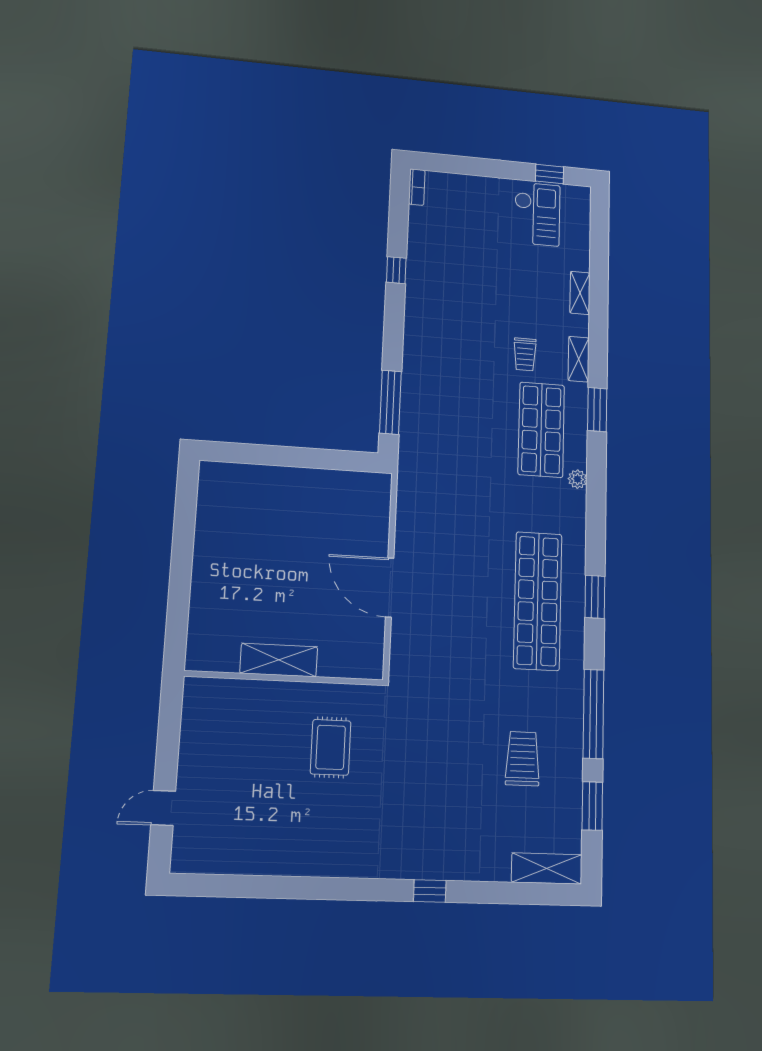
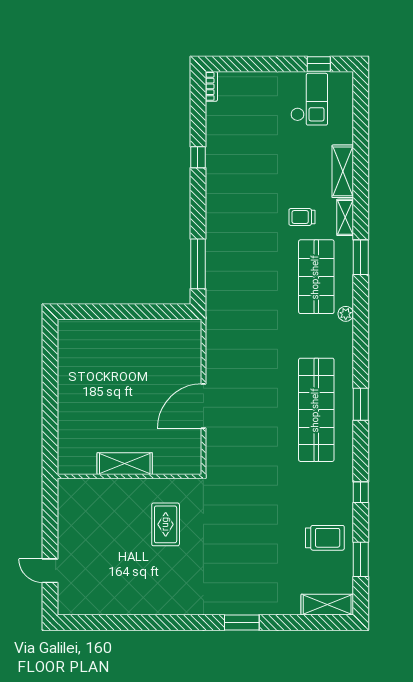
shelving: (580, 293) -> (343, 171), width x1.50, depth x1.33
trolley: (525, 354) -> (302, 217), turned 90
door: (390, 587) -> (203, 406), hinge flipped
window: (593, 714) -> (361, 492), width x0.32
trolley: (523, 759) -> (325, 538), moved, turned 90
door: (163, 808) -> (50, 571), hinge flipped
window: (430, 891) -> (242, 622), width x1.50

